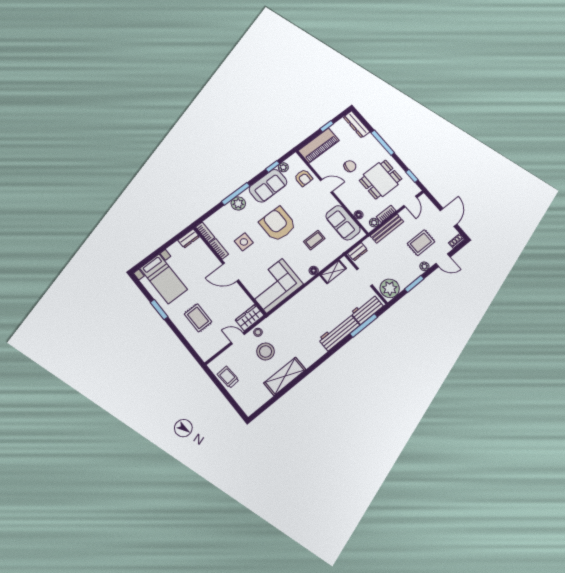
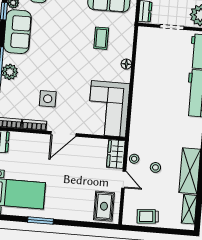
armchair: (278, 224) -> (59, 56), removed
shelving: (333, 272) -> (189, 209), moved
rug: (198, 318) -> (104, 206), moved, turned 90
door: (238, 338) -> (124, 180), swing flipped
stool: (266, 351) -> (155, 167), width x0.53, depth x0.53

